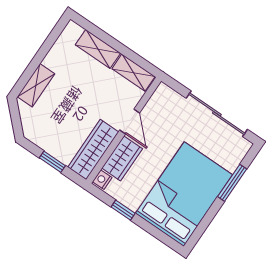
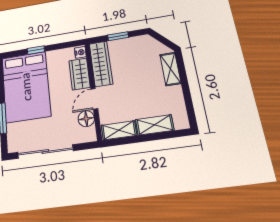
floor lamp: (153, 110) -> (86, 119), added
door: (130, 121) -> (94, 99), hinge flipped
window: (123, 210) -> (36, 50), moved

